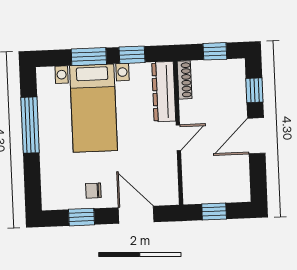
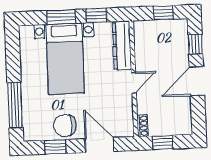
shoe rack: (185, 80) -> (143, 126), moved, width x0.70
window: (30, 125) -> (15, 105), moved
chair: (93, 191) -> (65, 125), width x1.87, depth x1.87

